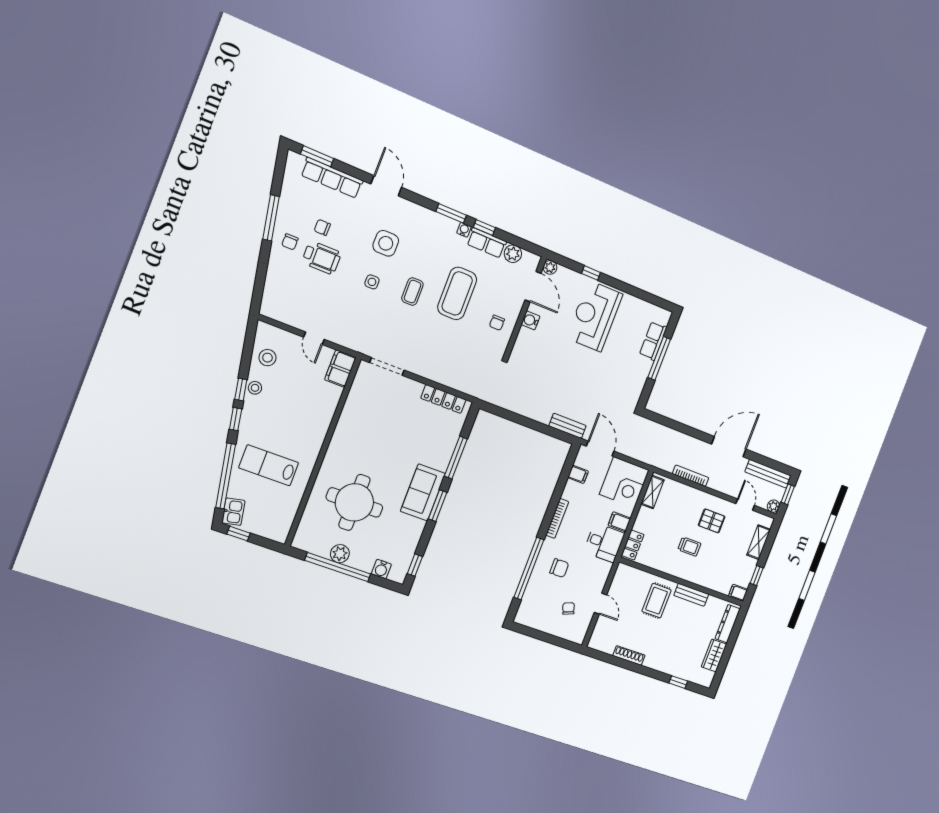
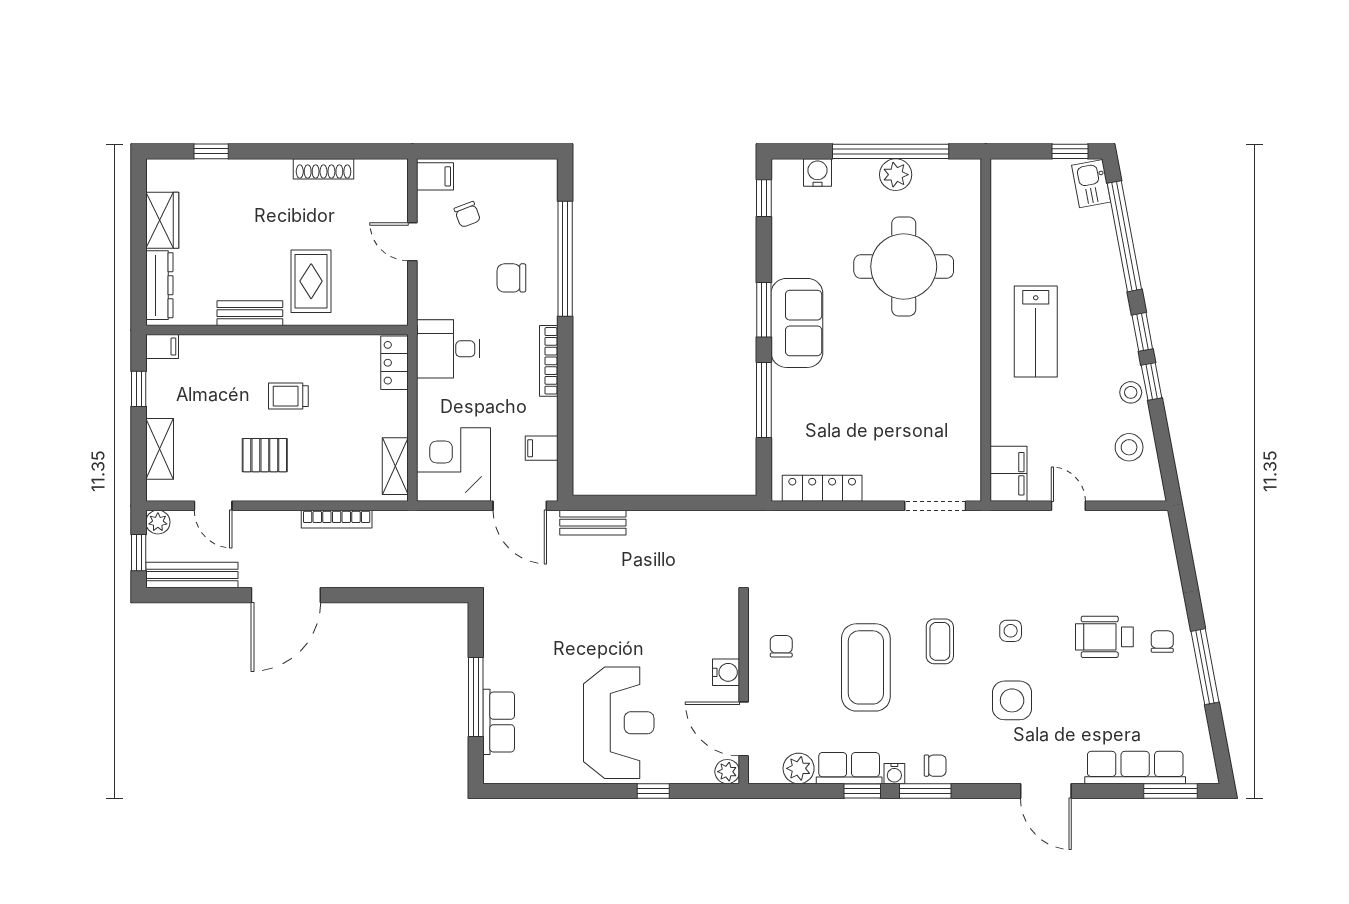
chair: (322, 227) -> (935, 766), moved
lab bench: (269, 465) -> (1036, 332), moved, turned 90
filing cabinet: (619, 522) -> (435, 176), moved

